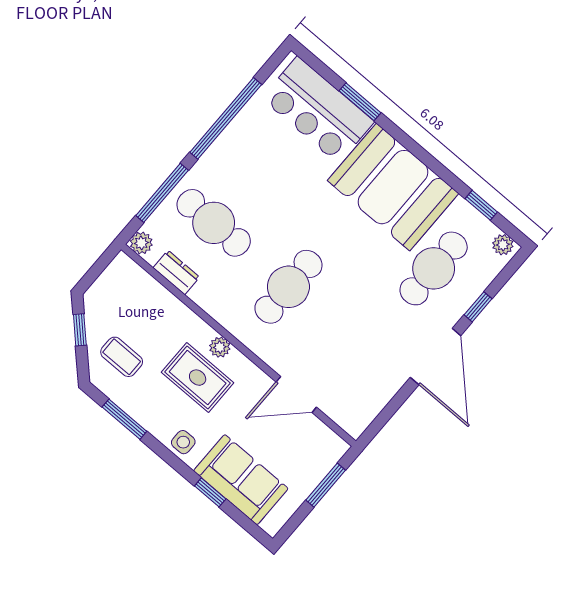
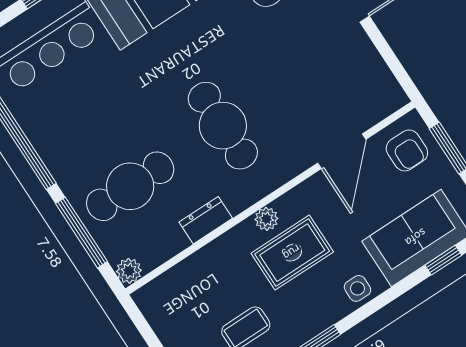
dresser: (176, 272) -> (206, 220), moved
armchair: (313, 450) -> (407, 150), added
window: (210, 492) -> (443, 260), moved

